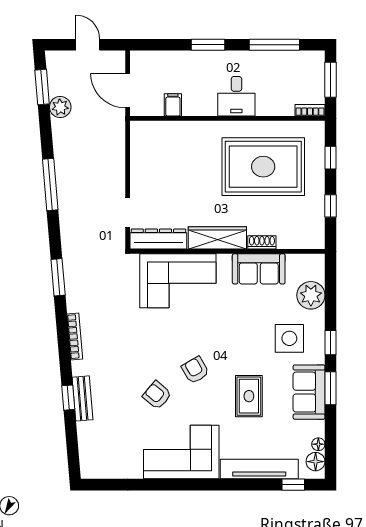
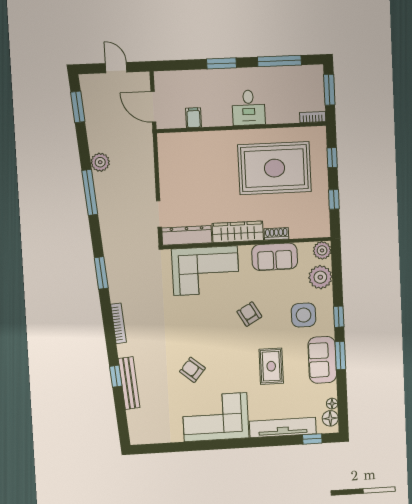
plant: (60, 107) -> (100, 162), moved
plant: (314, 264) -> (322, 250), added
armchair: (195, 370) -> (249, 314), moved
bench: (82, 398) -> (129, 383), width x1.36

